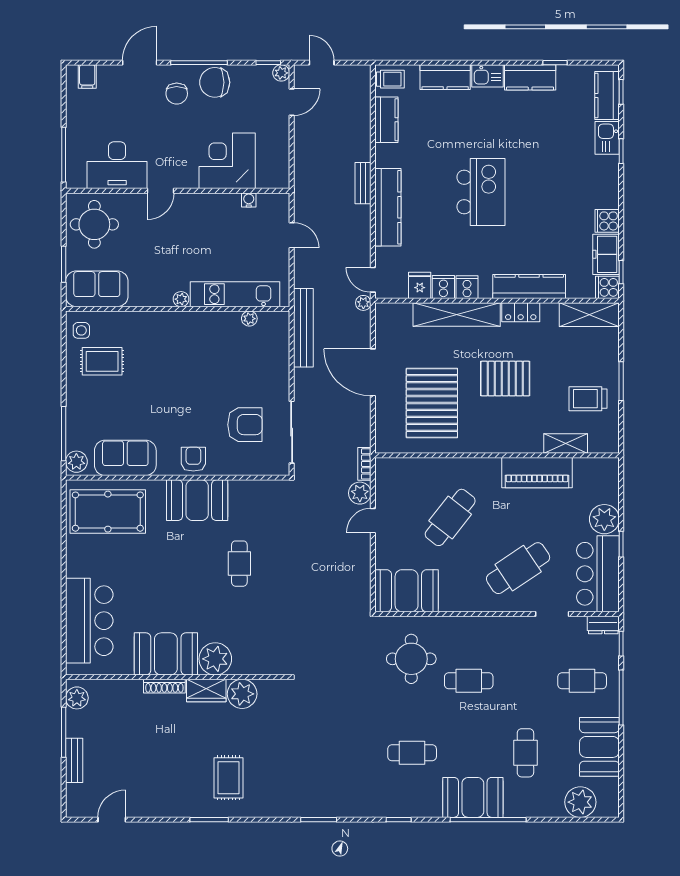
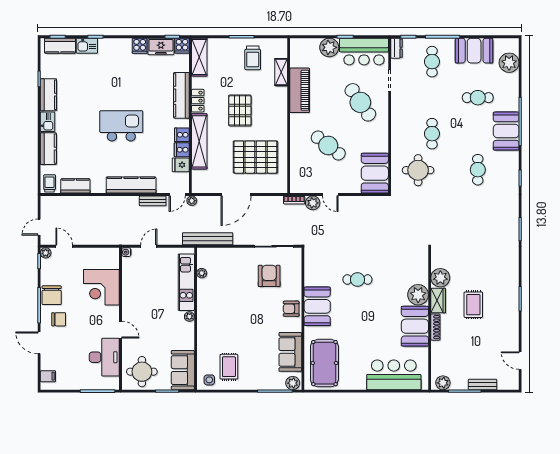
bench: (363, 183) -> (153, 201), moved
water cooler: (249, 200) -> (126, 252), moved
rug: (229, 778) -> (473, 305), moved, turned 90

